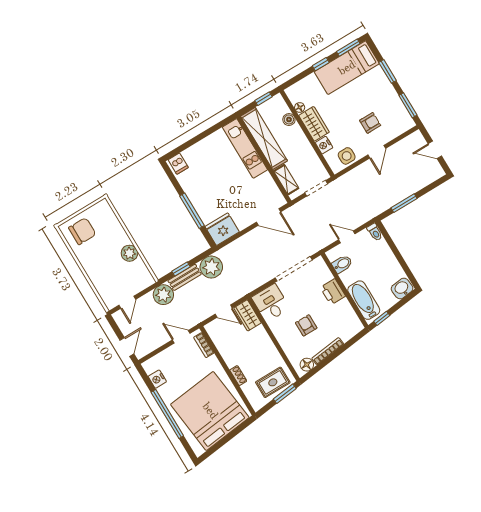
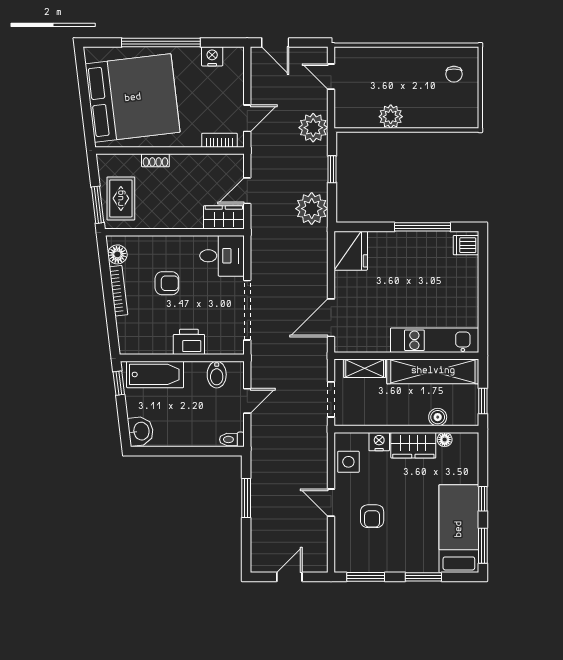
window: (192, 211) -> (423, 227), moved
chair: (82, 231) -> (454, 74), width x0.54, depth x0.54
bench: (185, 277) -> (319, 167), removed

